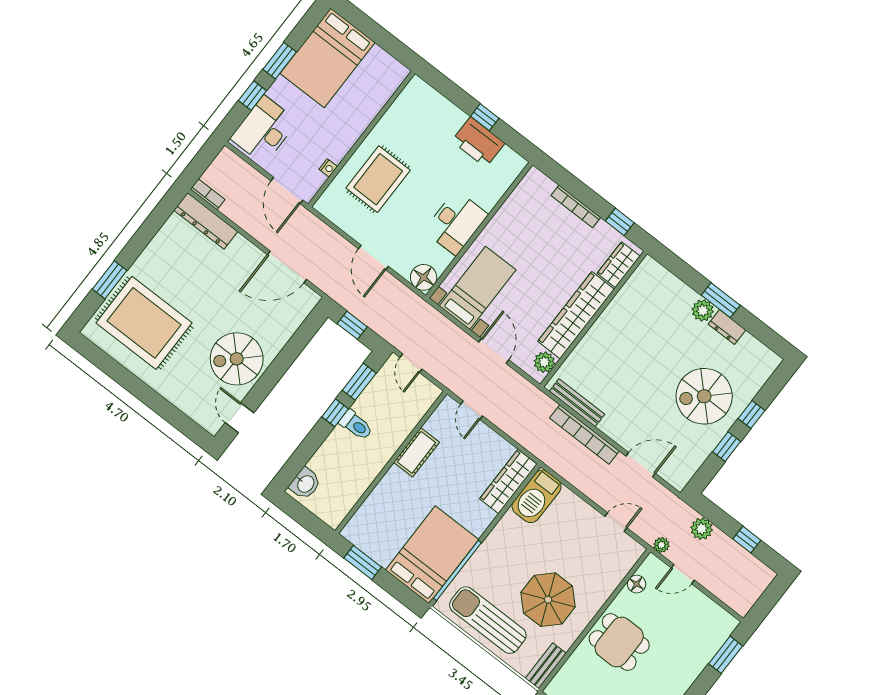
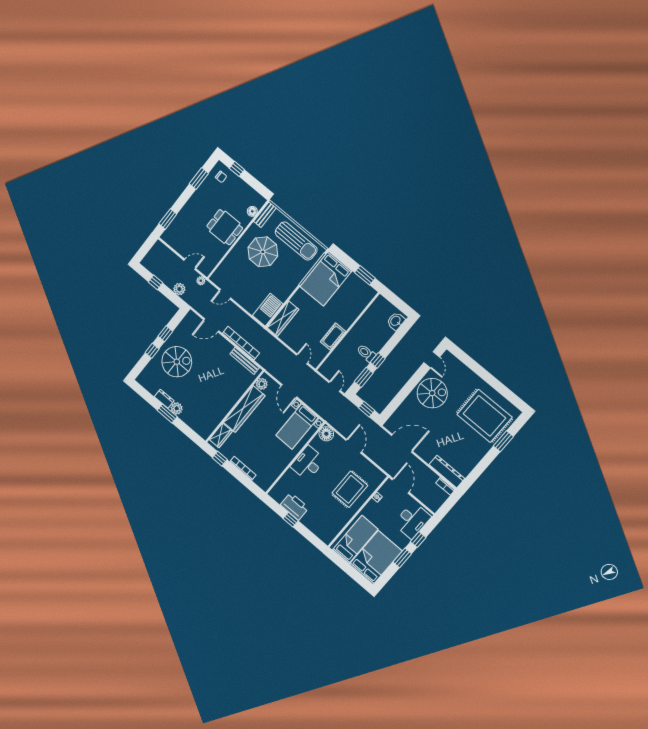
bed: (365, 88) -> (355, 540), added
floor lamp: (637, 584) -> (252, 211), moved

